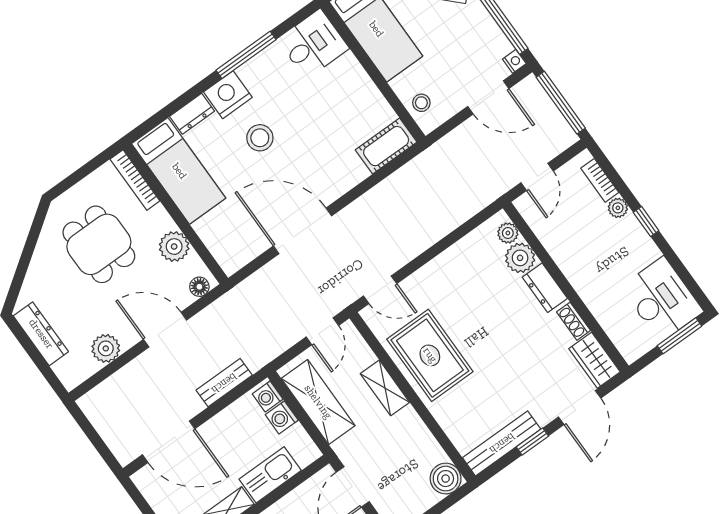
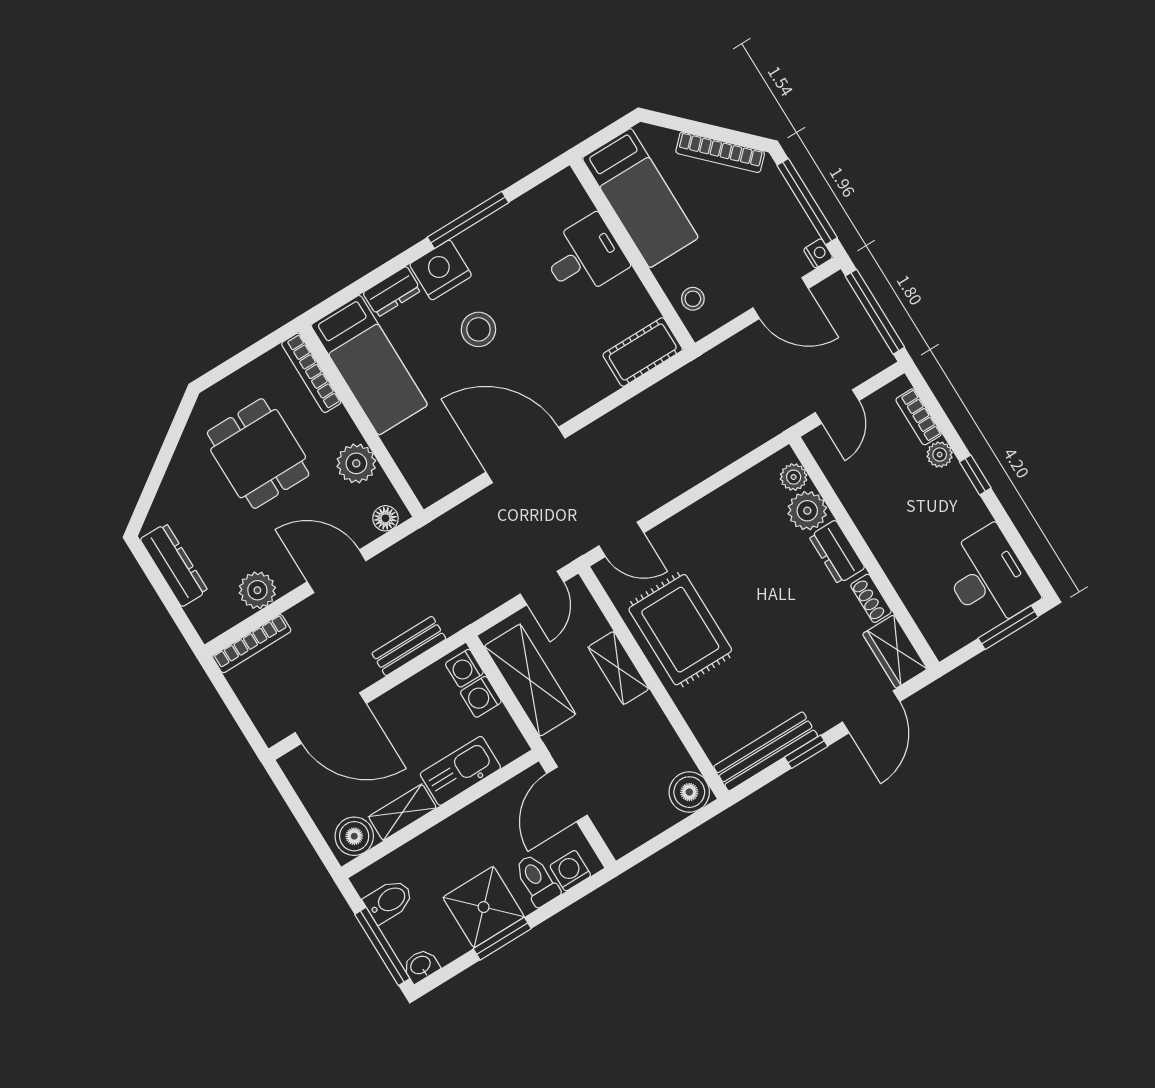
desk: (313, 44) -> (585, 257), moved
bookcase: (104, 389) -> (252, 644), added

